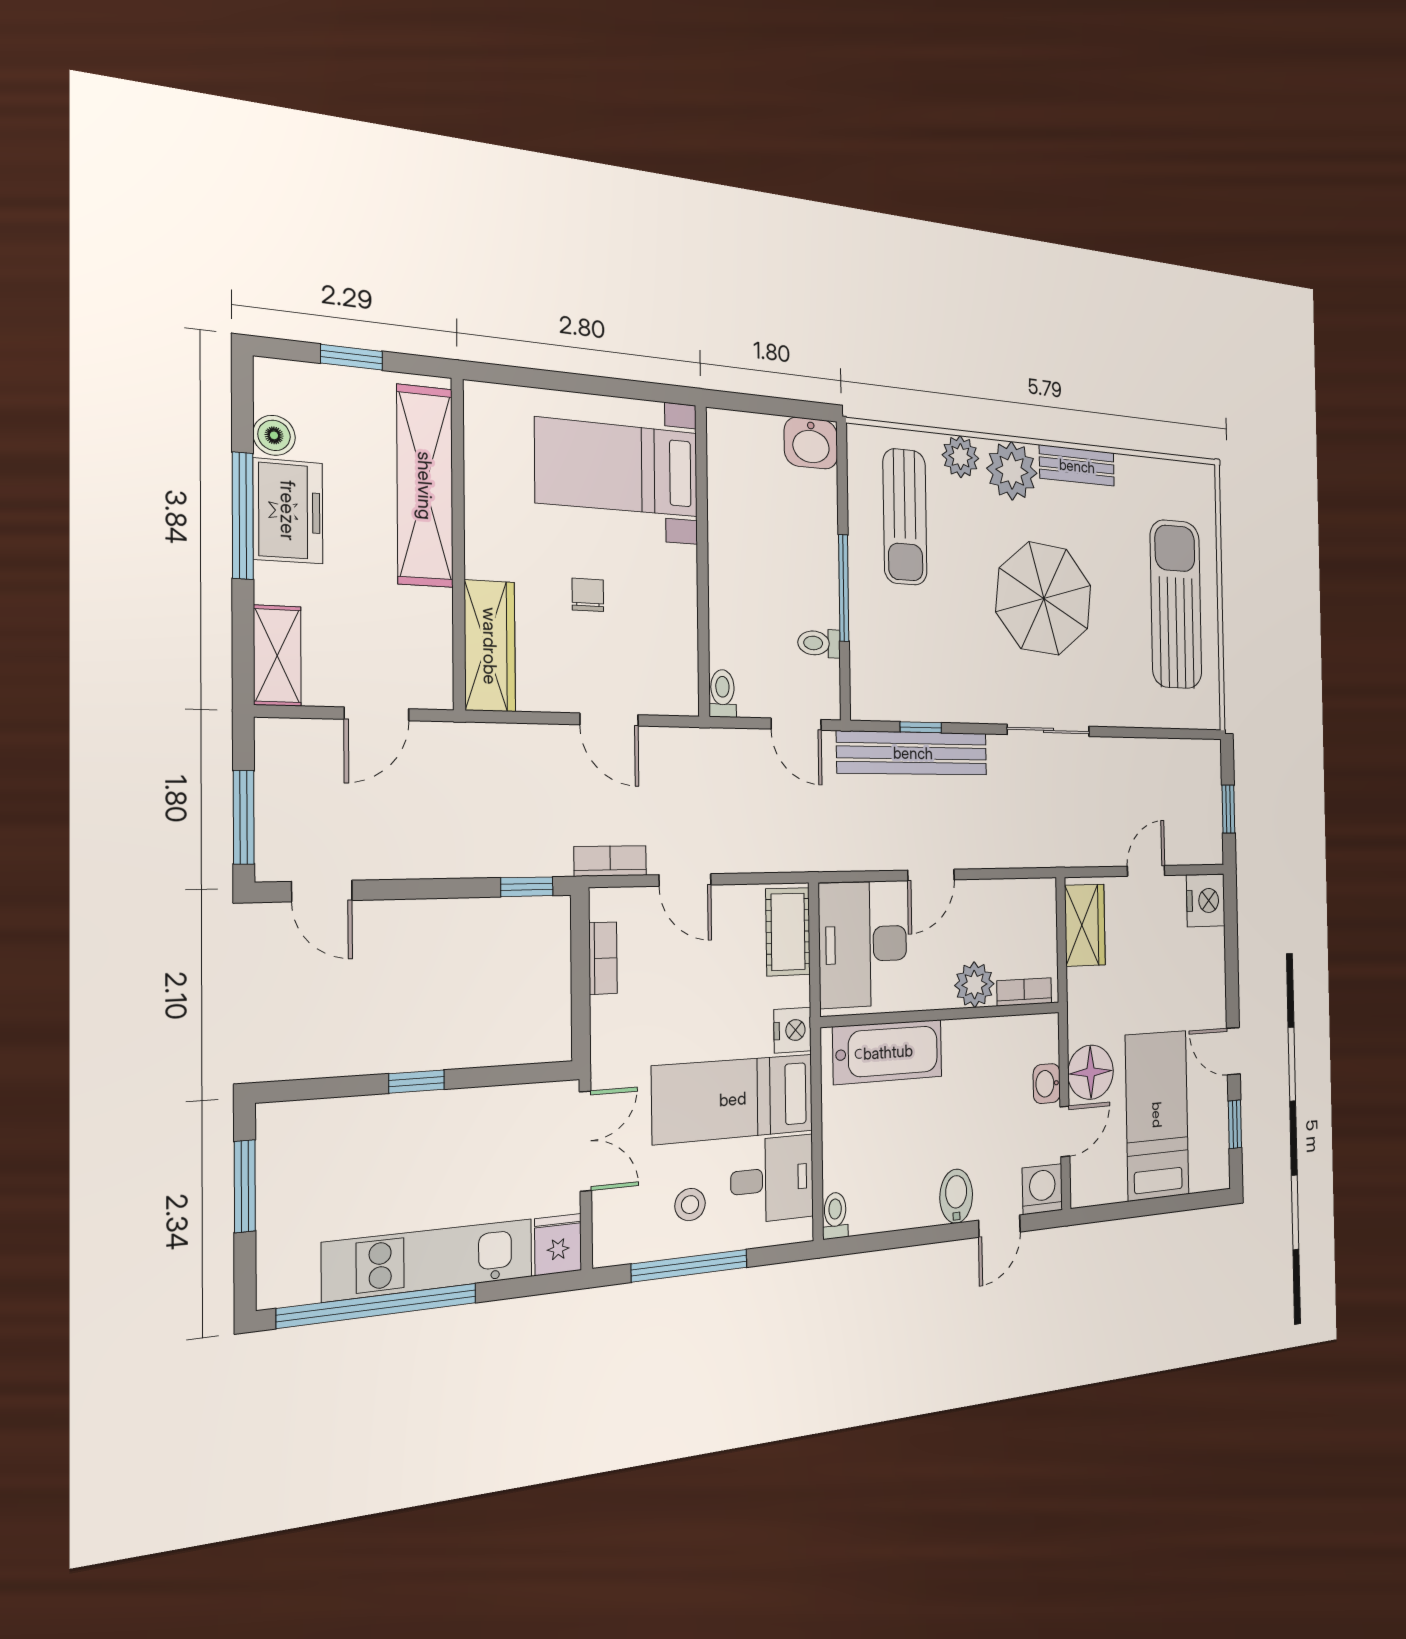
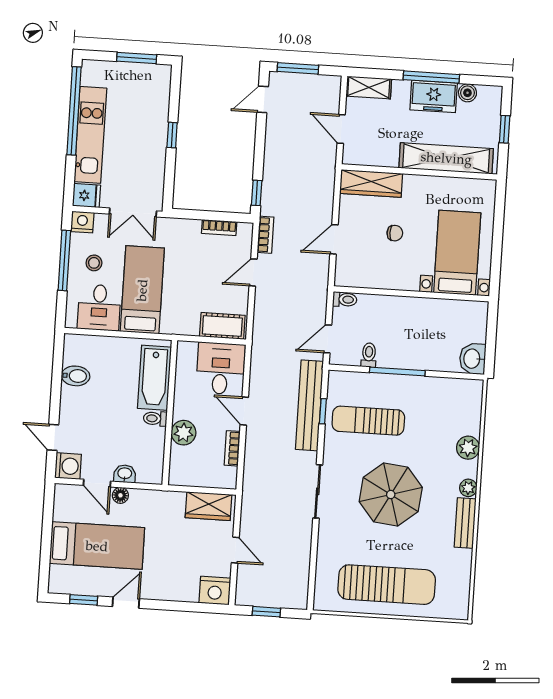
plant: (1012, 471) -> (468, 488), width x0.53, depth x0.53
sun lounger: (905, 517) -> (368, 421), moved
desk: (863, 944) -> (220, 368), width x0.73
bookcase: (1024, 992) -> (232, 448), moved, turned 180
nightstand: (793, 1030) -> (82, 222), moved, turned 180
floor lamp: (1091, 1072) -> (120, 495), width x0.53, depth x0.53
bidet: (956, 1196) -> (76, 376), moved
toilet: (835, 1215) -> (155, 419), moved, turned 180

